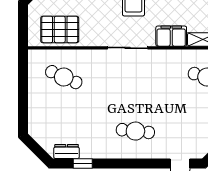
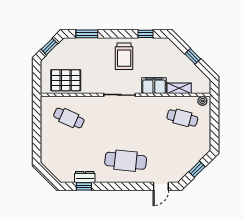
cafe table: (135, 131) -> (126, 161), width x1.37, depth x1.35
dresser: (67, 152) -> (85, 177), moved

